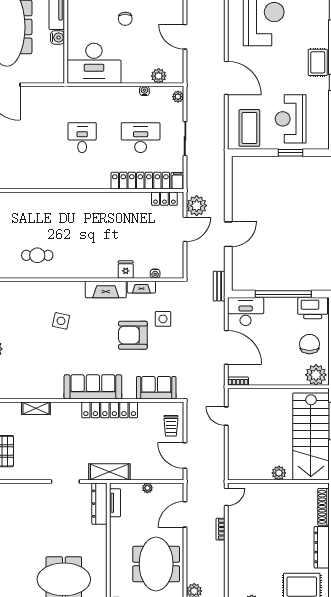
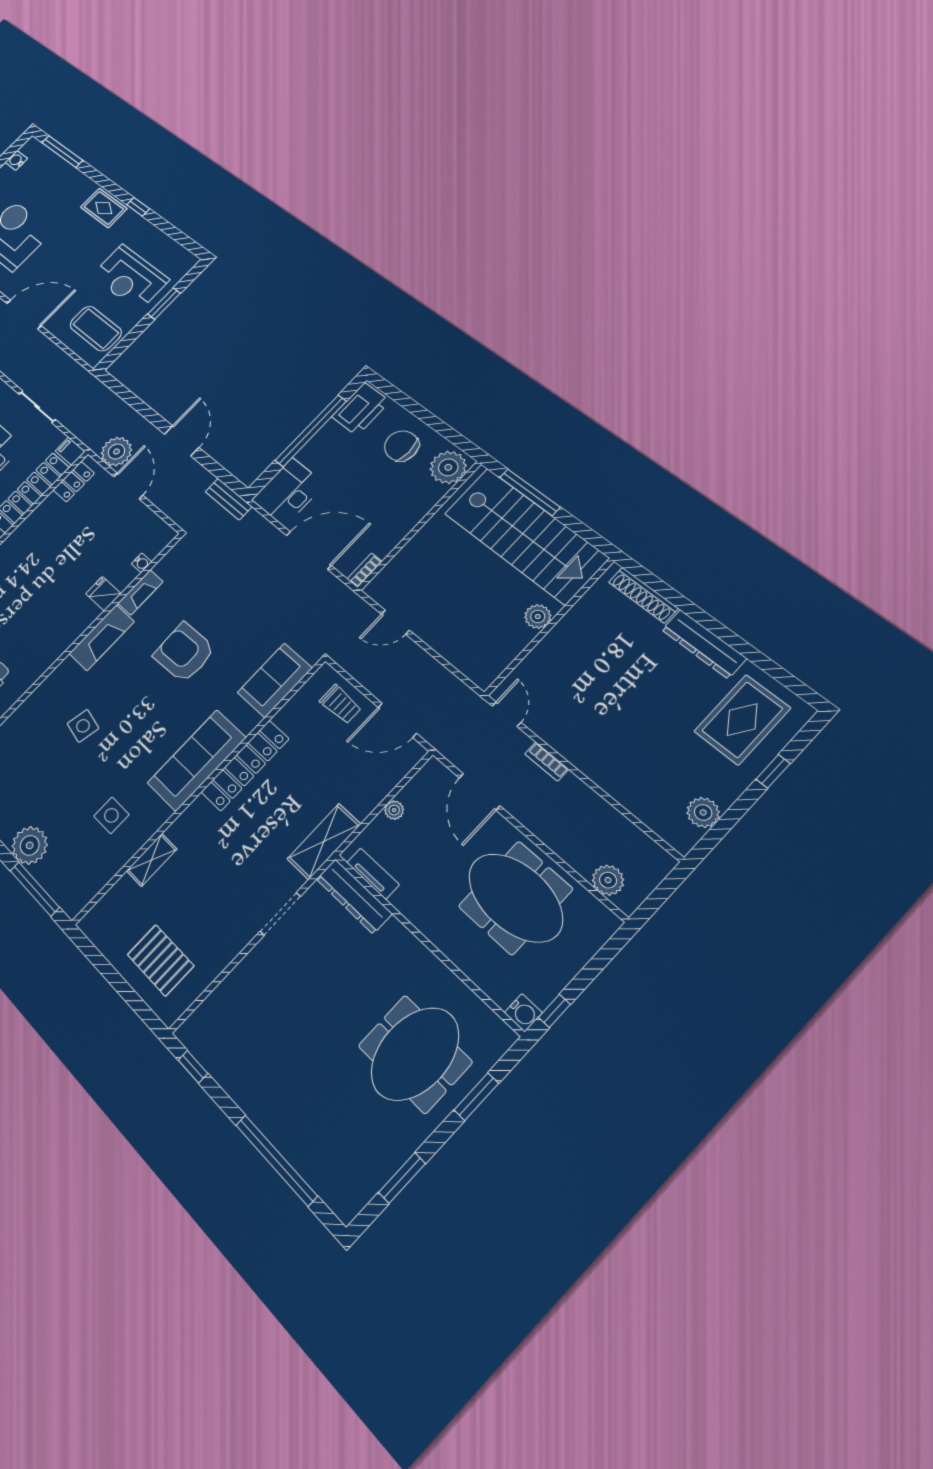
side table: (163, 319) -> (111, 815), moved
armchair: (133, 335) -> (184, 653), turned 88

